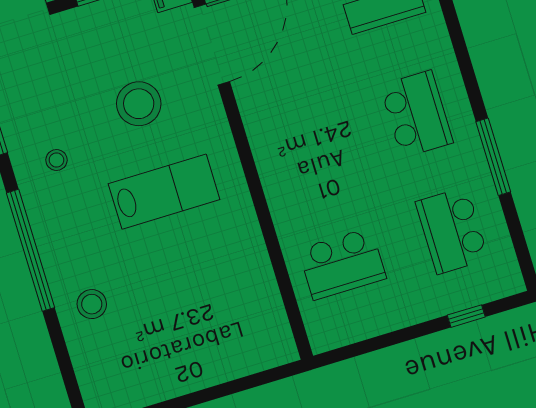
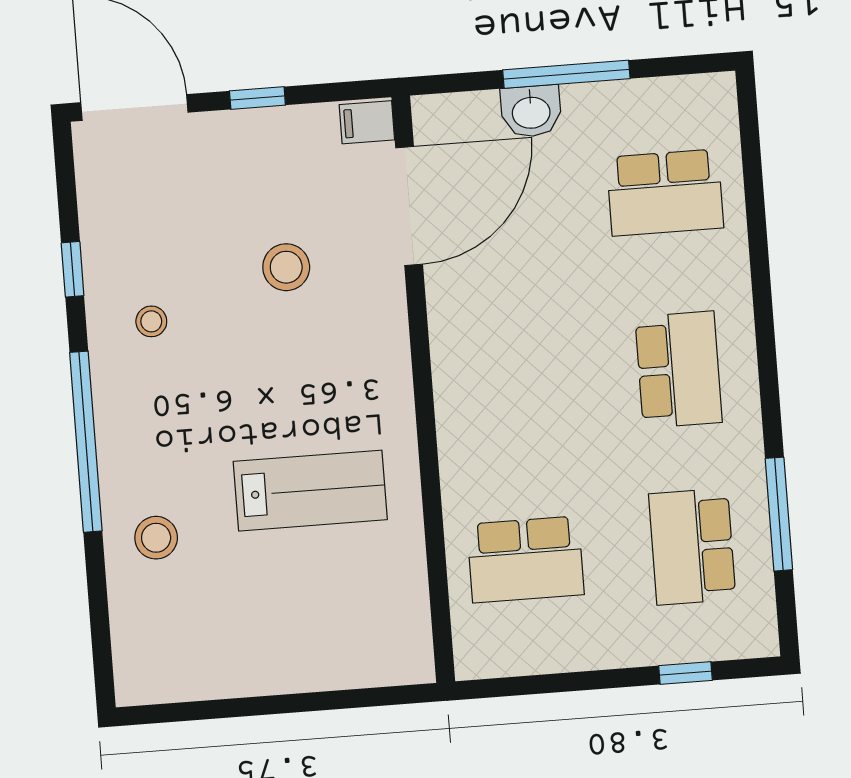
stool: (139, 104) -> (286, 267), width x0.73, depth x0.73
window: (493, 157) -> (779, 514), moved
lab bench: (164, 192) -> (310, 491), moved

